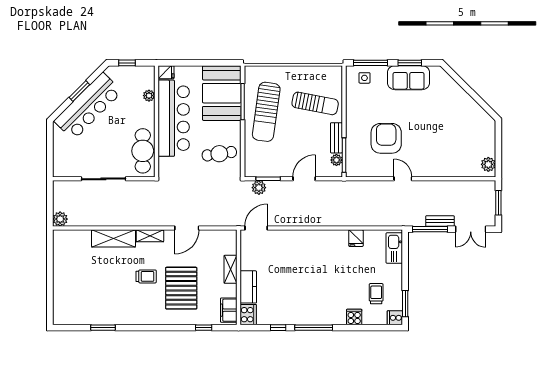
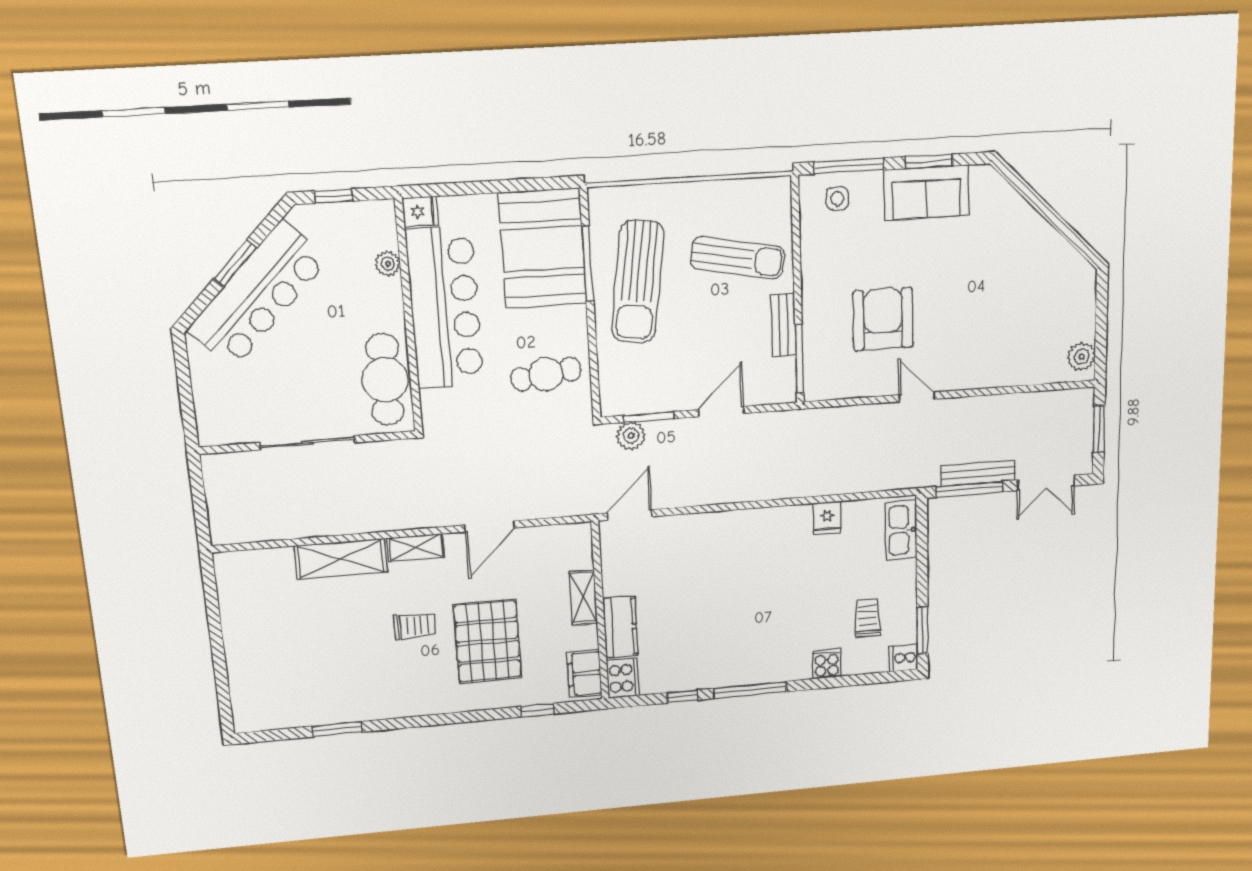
plant: (336, 160) -> (785, 369), removed
plant: (60, 219) -> (225, 530), removed
bench: (440, 221) -> (978, 473), width x1.36

